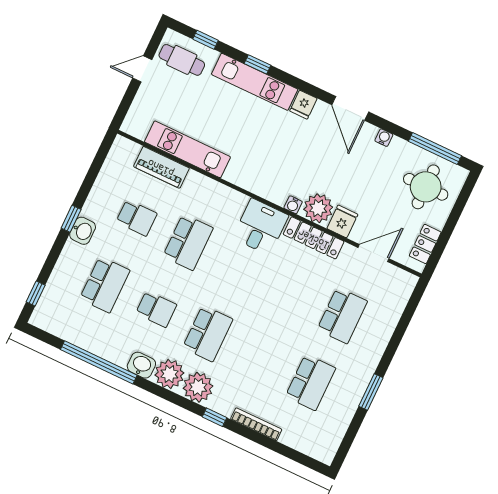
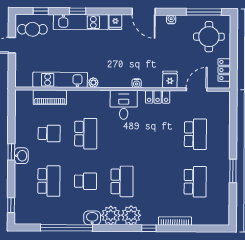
plant: (318, 208) -> (93, 83), moved, width x0.53, depth x0.53
locker: (314, 238) -> (158, 97), width x0.66

